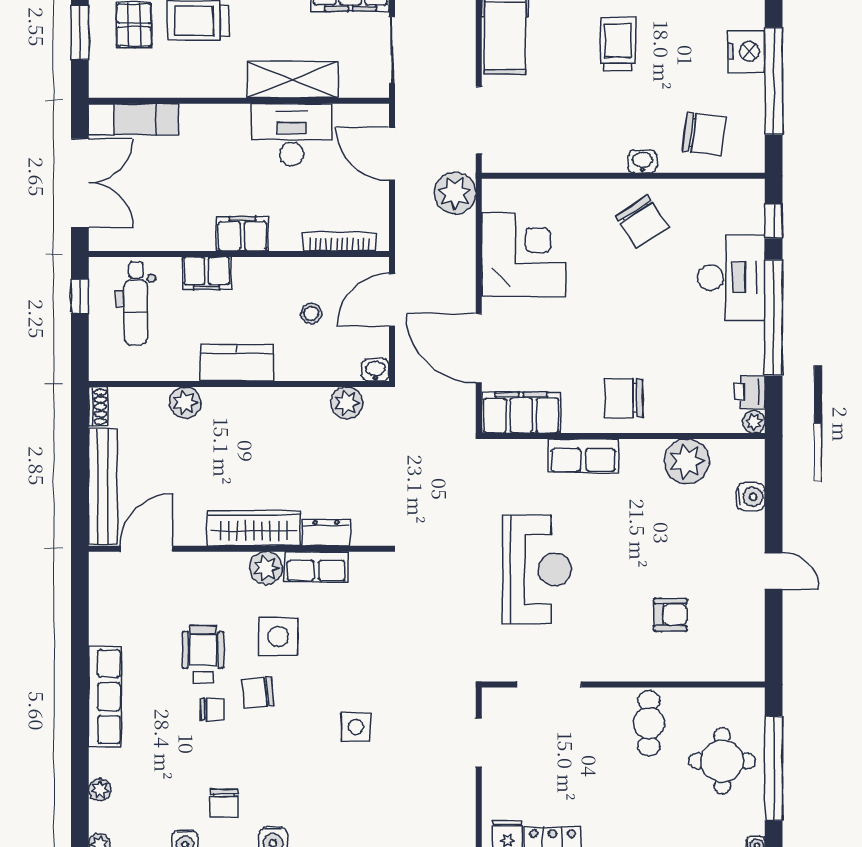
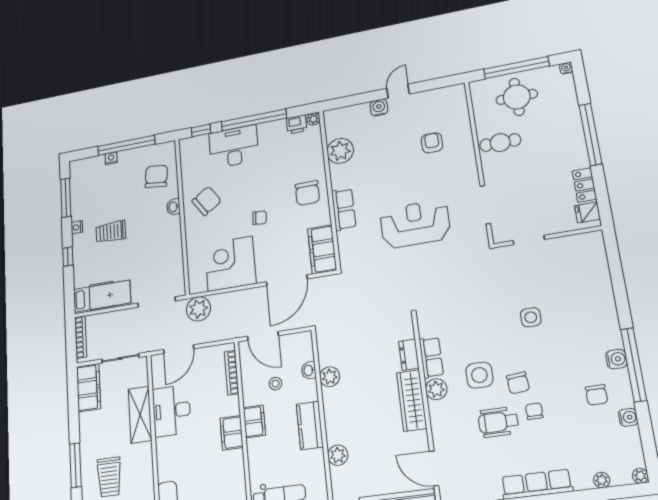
nightstand: (746, 51) -> (111, 158), width x0.53, depth x0.56
filing cabinet: (207, 273) -> (254, 421), moved
chair: (595, 312) -> (260, 218), added
washbasin: (375, 370) -> (309, 370), moved
plant: (347, 403) -> (330, 377), moved
water cooler: (751, 497) -> (379, 108), moved
chair: (224, 803) -> (596, 395), turned 90

